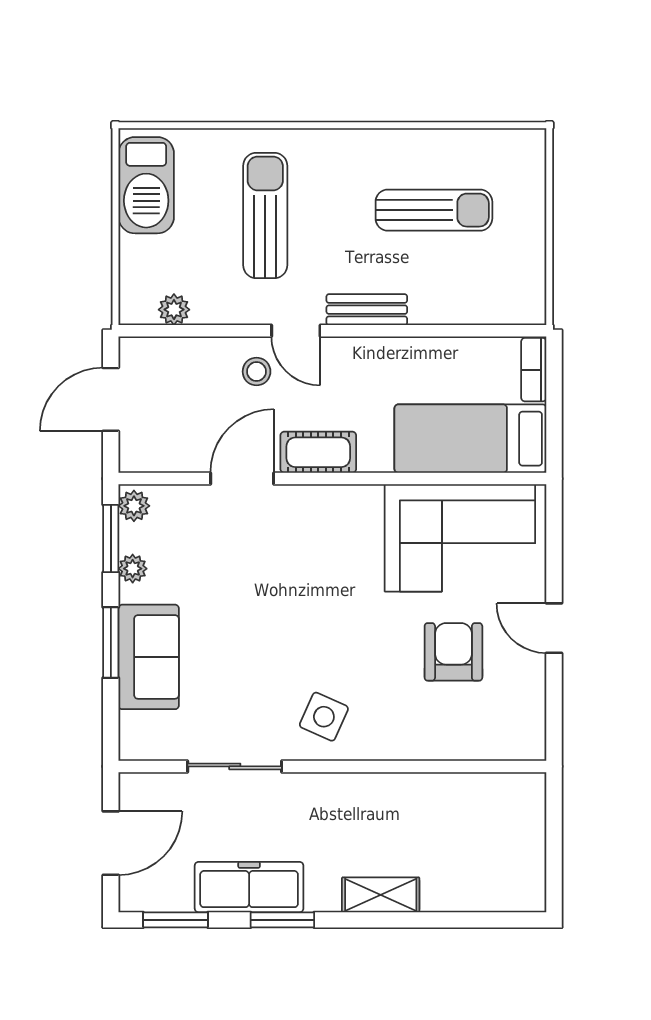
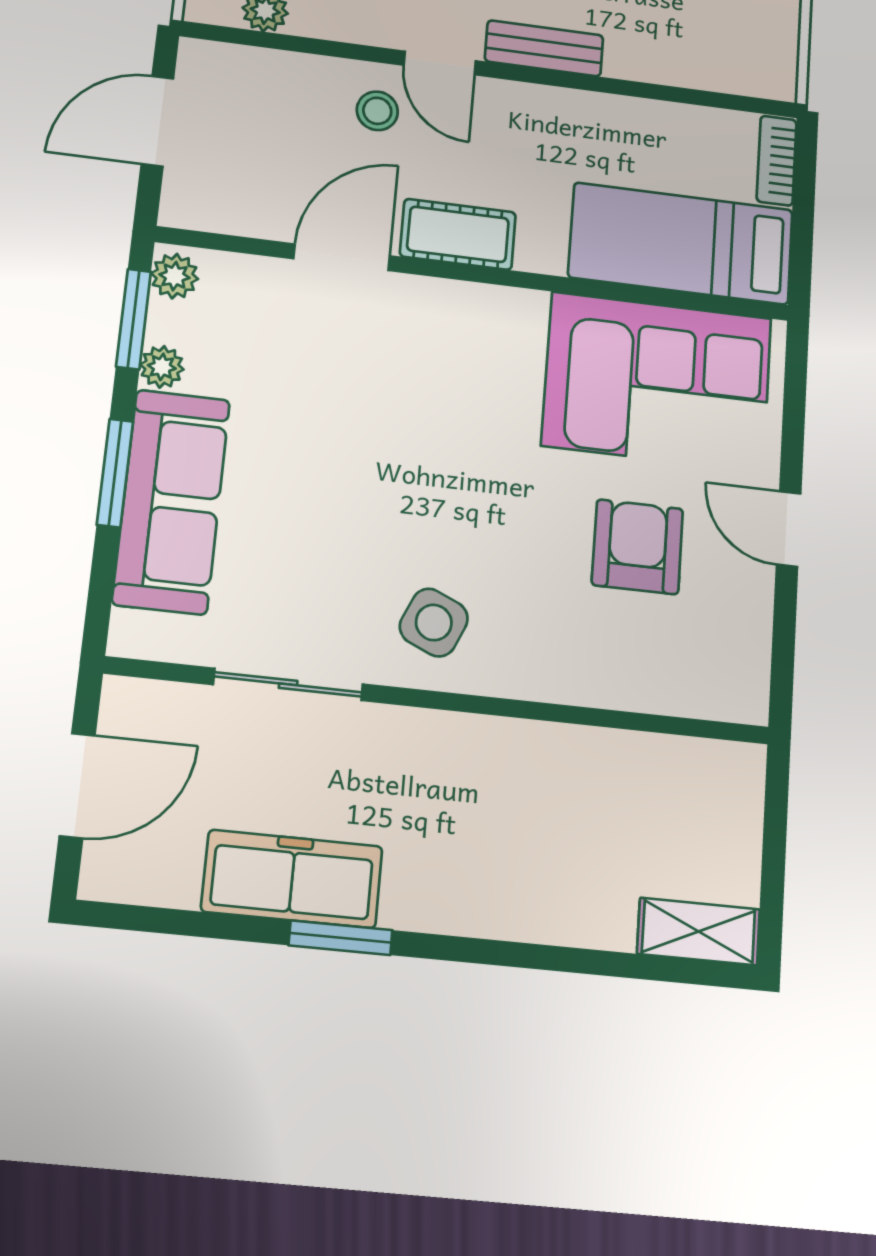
sofa: (149, 657) -> (171, 501), width x1.36
shelving: (381, 895) -> (699, 932), moved
window: (176, 920) -> (168, 921), removed

